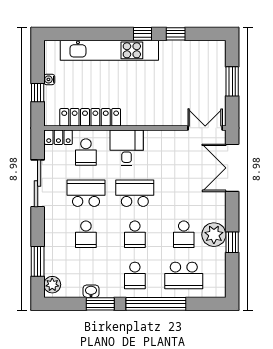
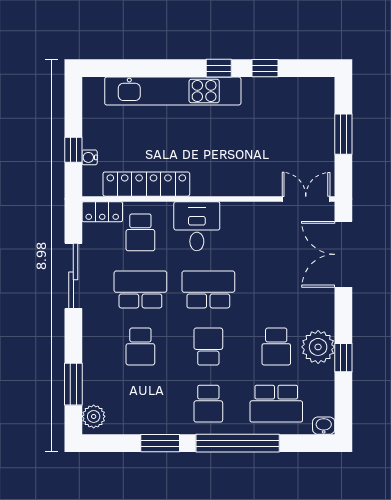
water cooler: (49, 79) -> (90, 157), moved
school desk: (135, 234) -> (208, 347), turned 180
washbasin: (91, 291) -> (324, 426), moved

